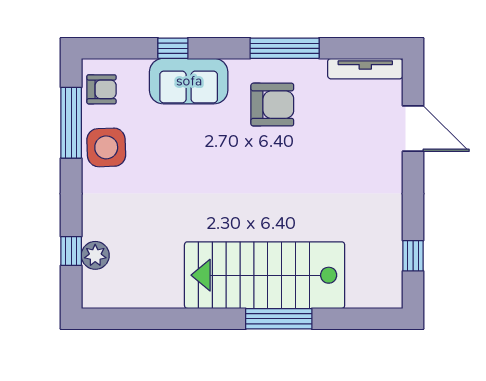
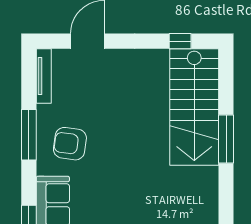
armchair: (272, 105) -> (70, 144), turned -82
stairs: (265, 275) -> (194, 107), moved

